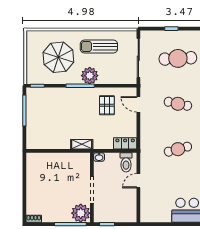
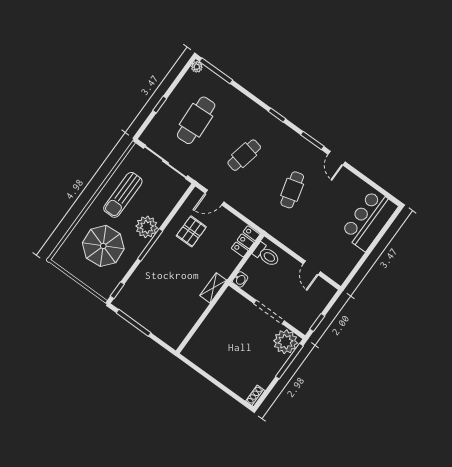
pallet: (107, 105) -> (191, 231), turned 90
door: (138, 181) -> (312, 268), moved

